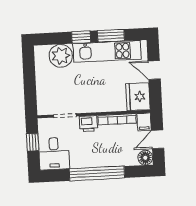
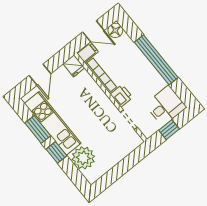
fridge: (138, 97) -> (74, 66), width x0.53, depth x0.75

